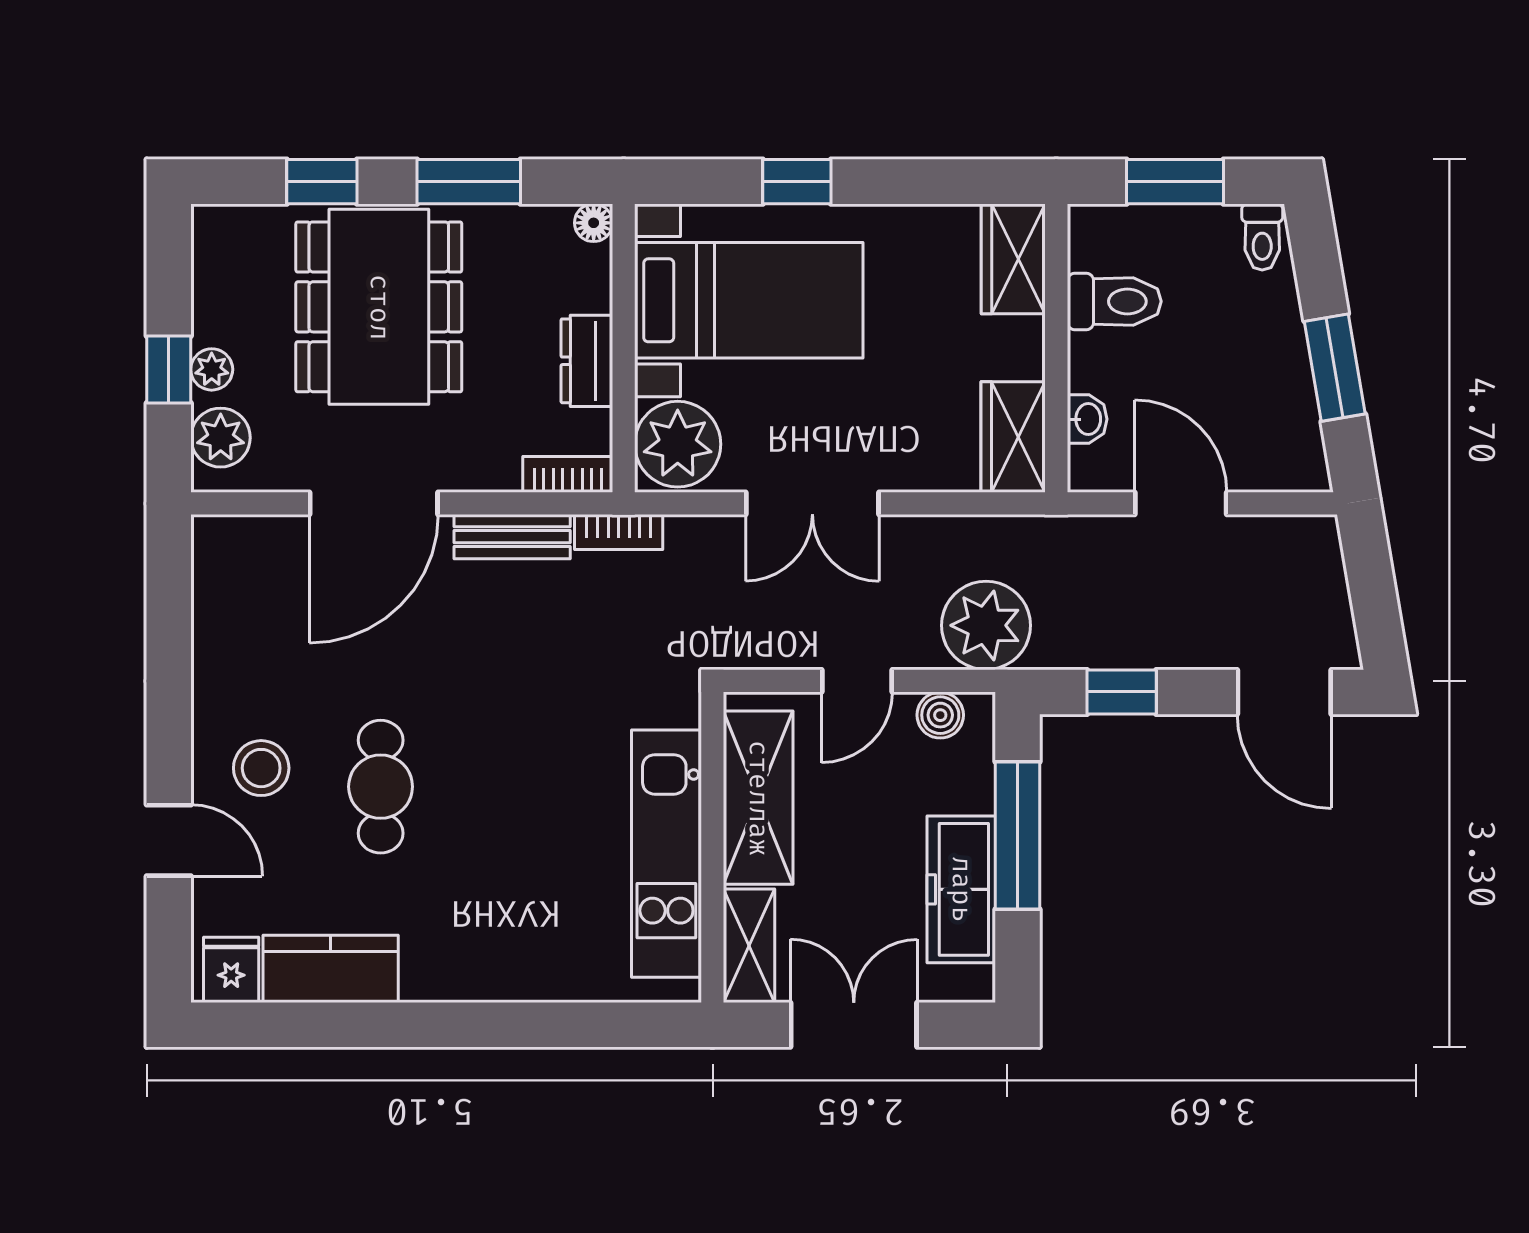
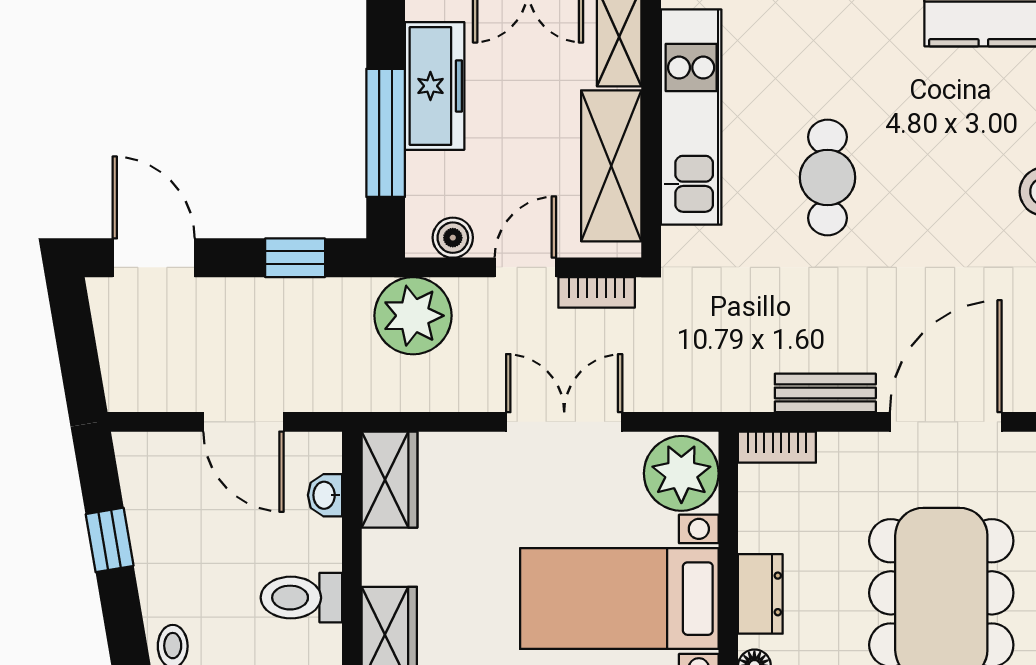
dresser: (587, 361) -> (760, 594), moved
window: (1335, 368) -> (110, 540), width x0.67
bookcase: (619, 532) -> (597, 292), moved, turned 180
cafe table: (381, 787) -> (828, 178), moved

